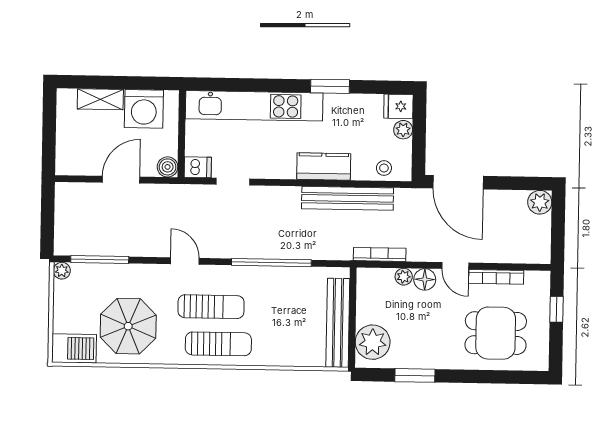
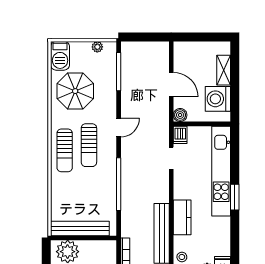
window: (330, 86) -> (235, 197), moved
plant: (62, 271) -> (97, 47), moved

